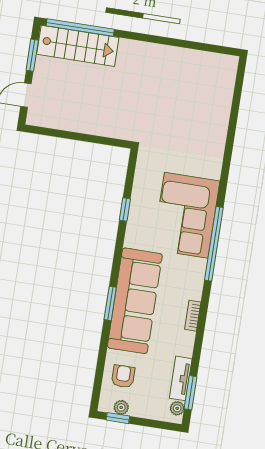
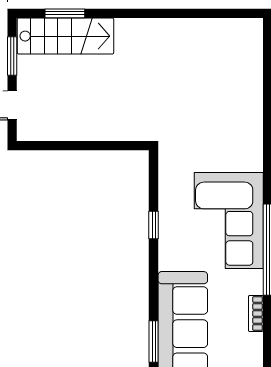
window: (80, 28) -> (65, 13), width x0.47
bookcase: (193, 316) -> (256, 313), moved

